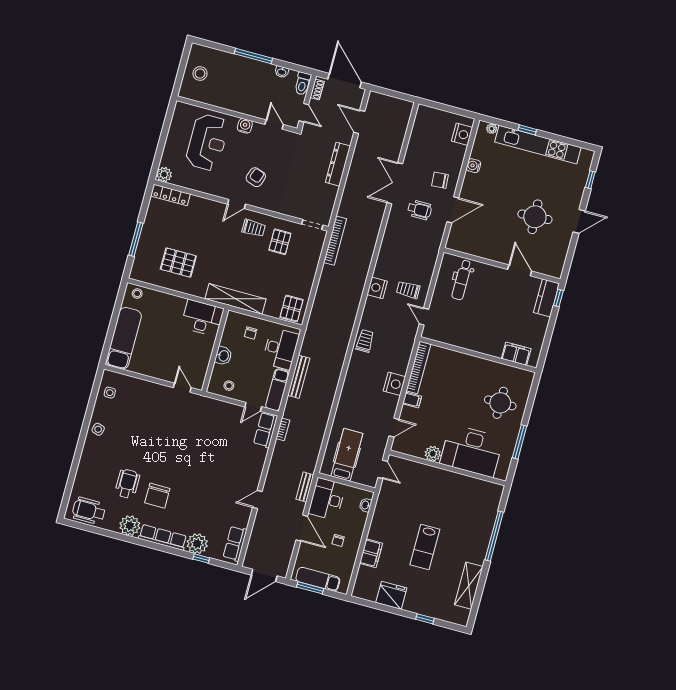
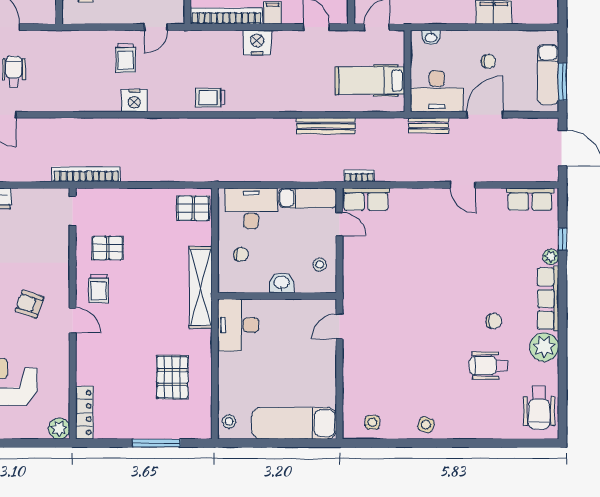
trolley: (254, 228) -> (99, 289), turned 180
bench: (299, 377) -> (326, 126), moved
chair: (157, 496) -> (494, 321), width x0.54, depth x0.54
plant: (197, 544) -> (551, 257), width x0.53, depth x0.53

